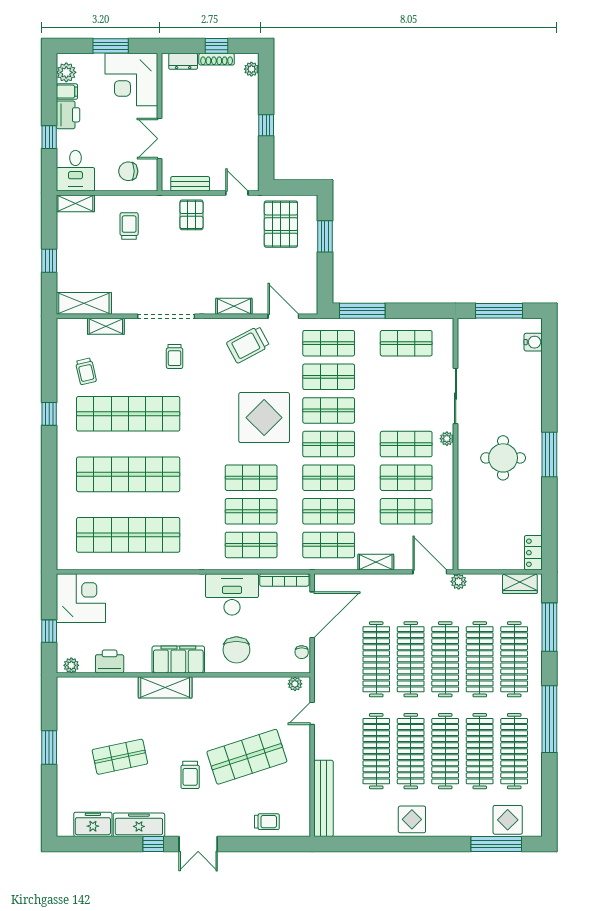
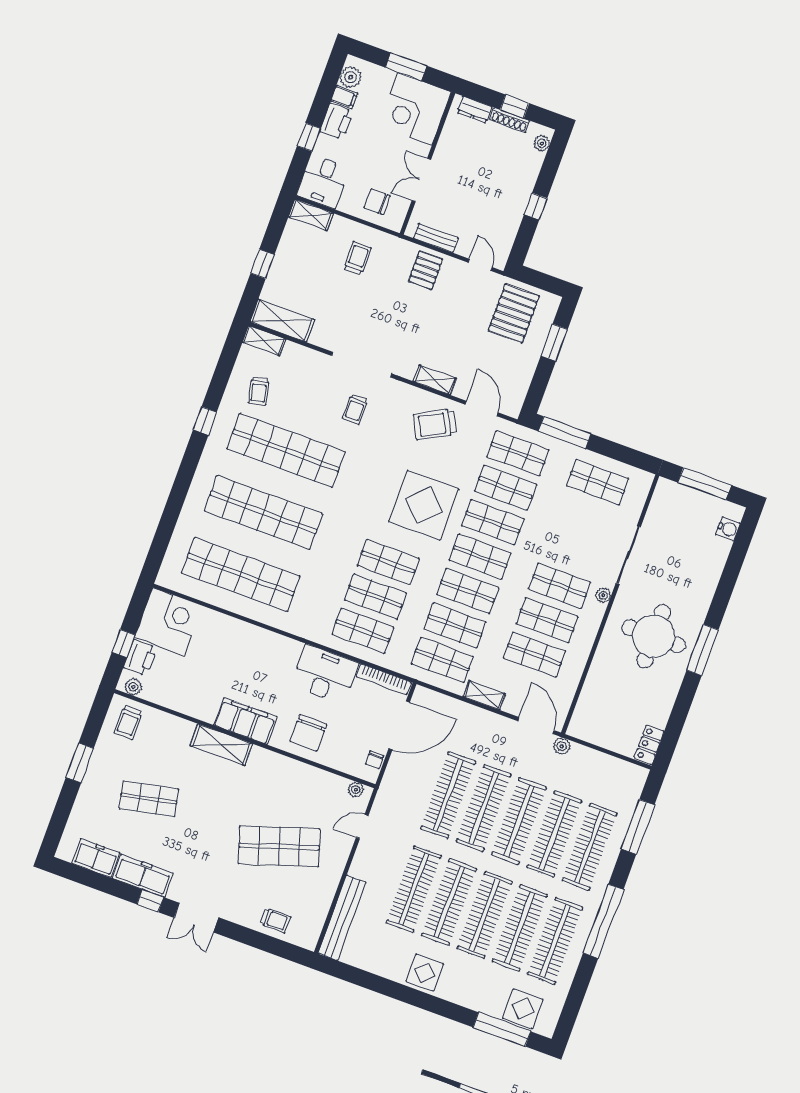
shelving: (106, 326) -> (264, 341), moved
round table: (503, 458) -> (654, 636), width x1.36, depth x1.36
wardrobe: (520, 584) -> (624, 771), removed
printer: (110, 661) -> (140, 658), moved, turned 90
trolley: (190, 775) -> (128, 723), moved

